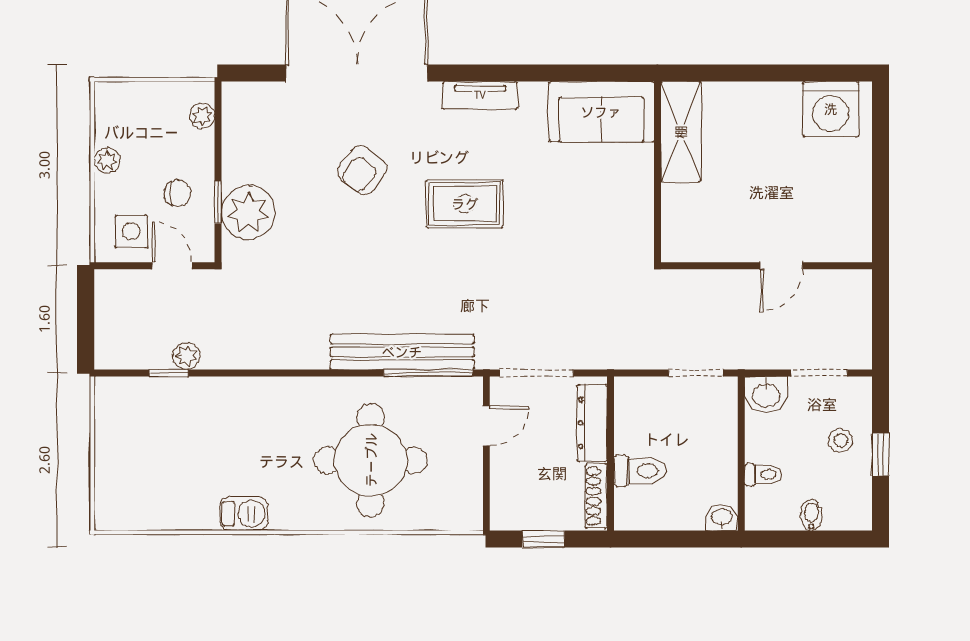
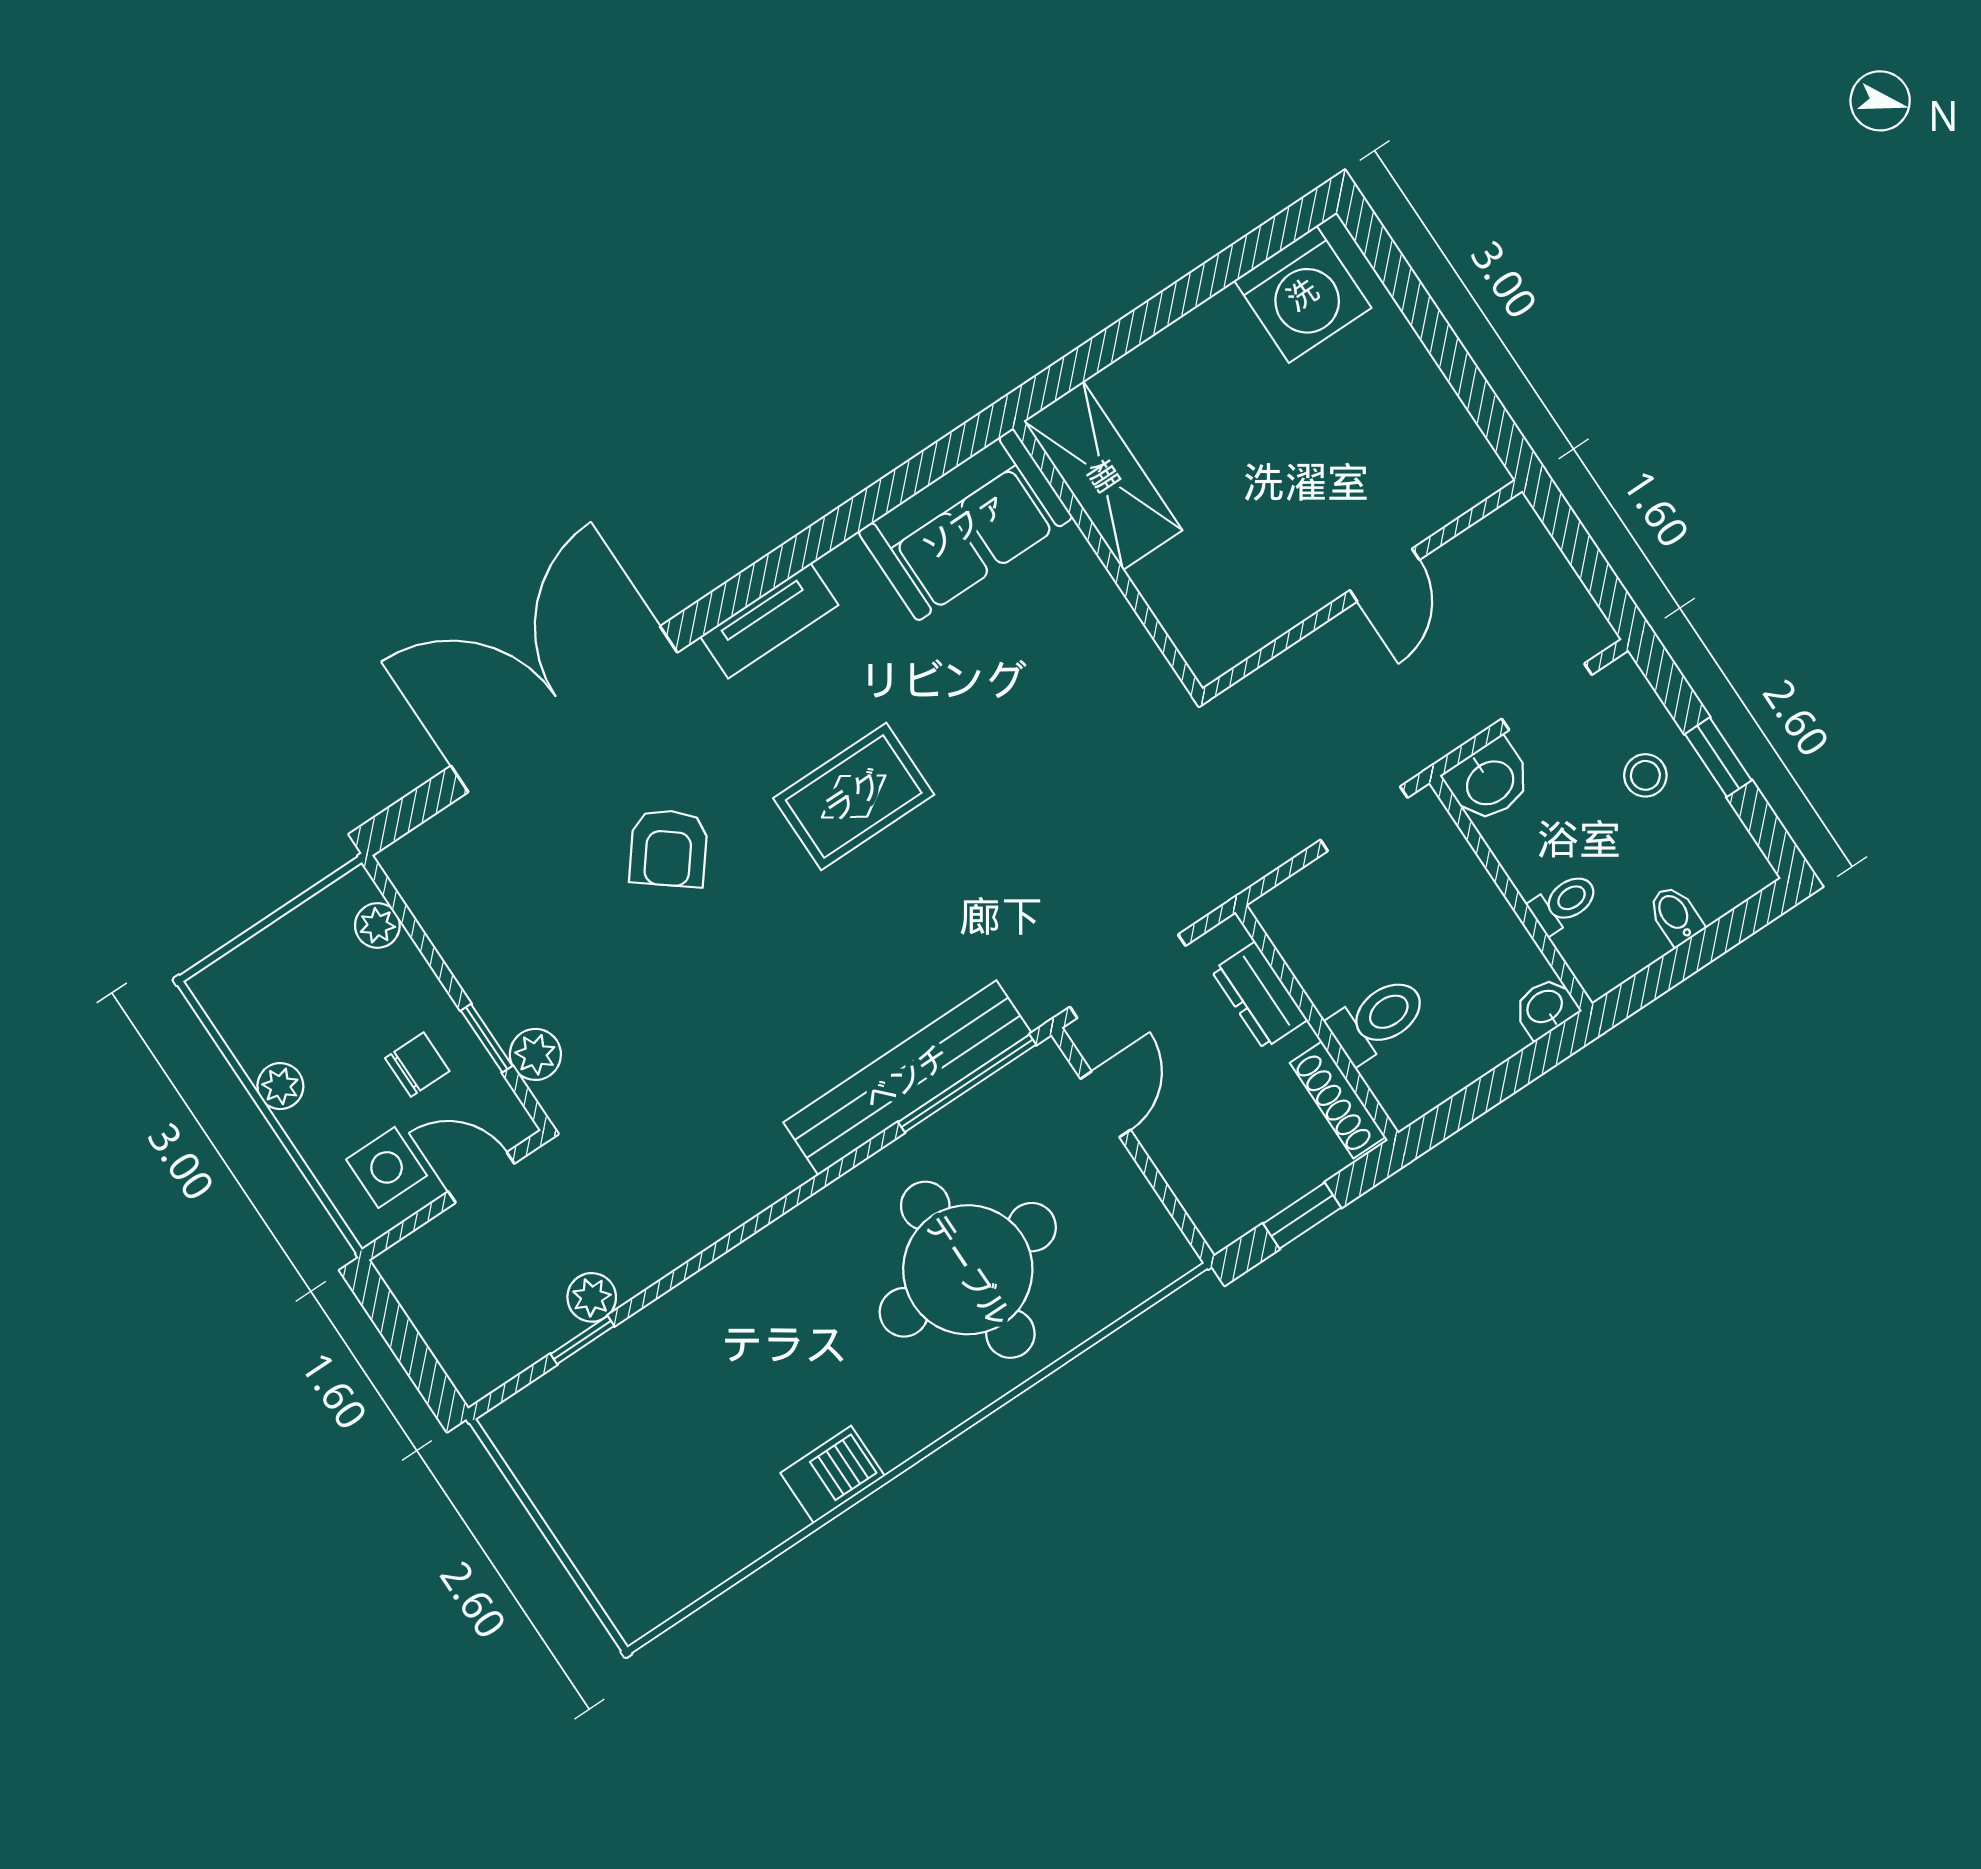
plant: (248, 213) -> (535, 1054), width x0.53, depth x0.53
dresser: (592, 423) -> (1260, 995), width x0.70

